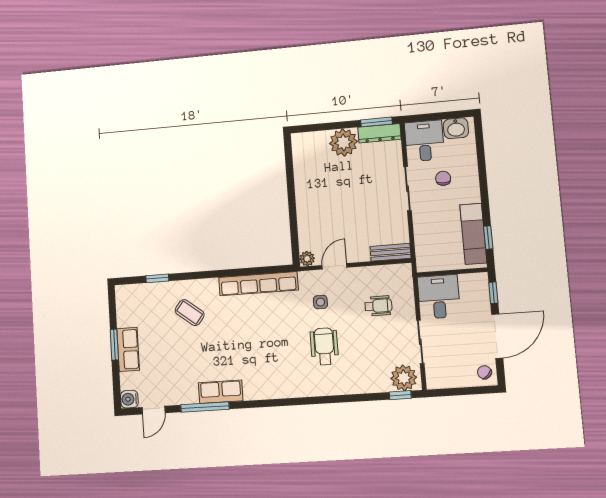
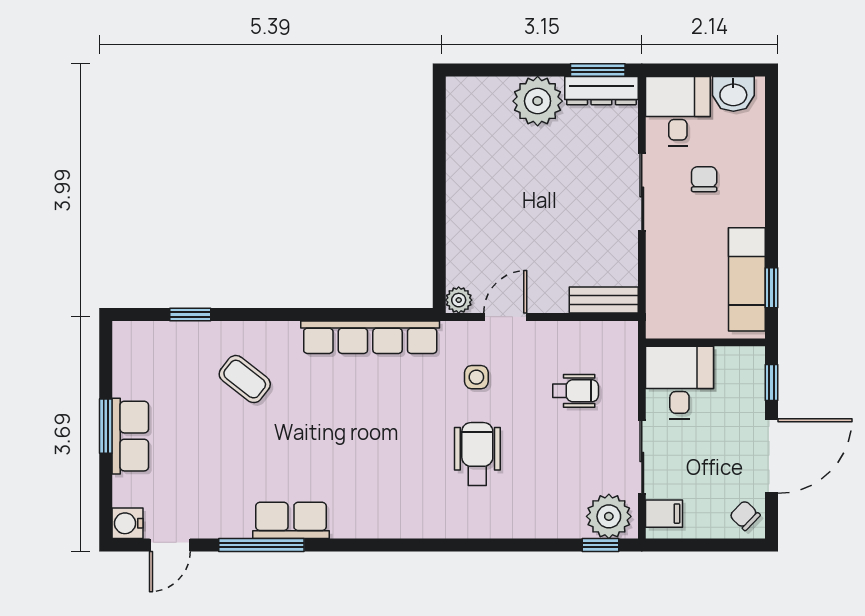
filing cabinet: (436, 374) -> (664, 514), added

